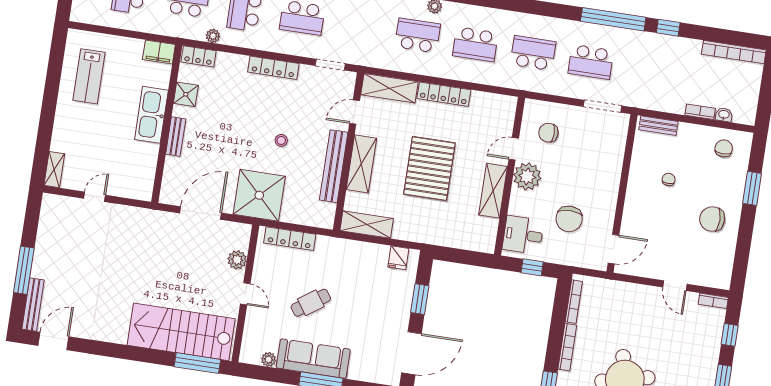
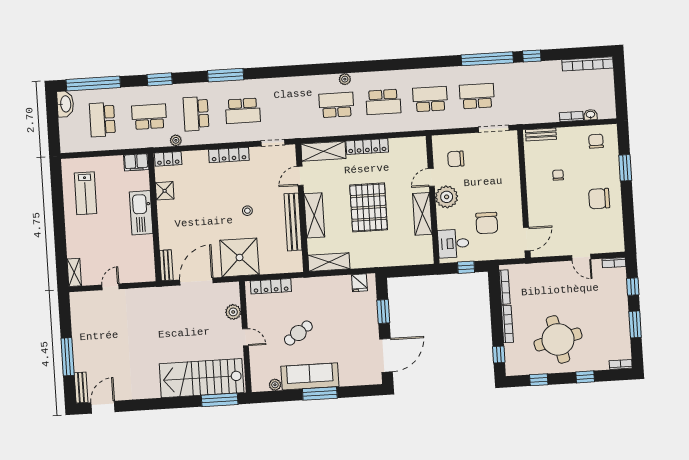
school desk: (591, 62) -> (477, 96), turned 180
bench: (176, 137) -> (166, 265), moved
bench: (33, 305) -> (81, 388), width x0.73

